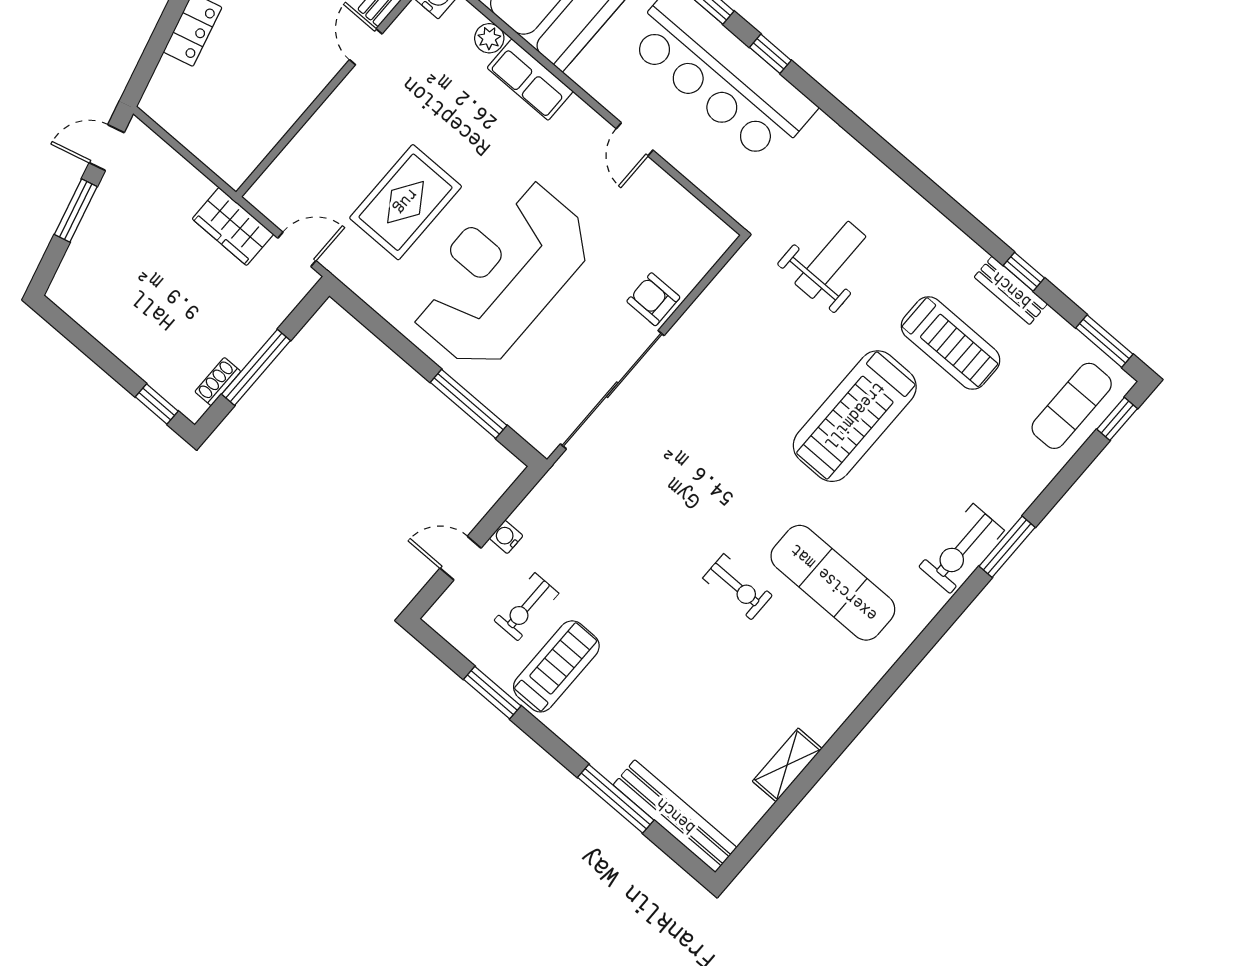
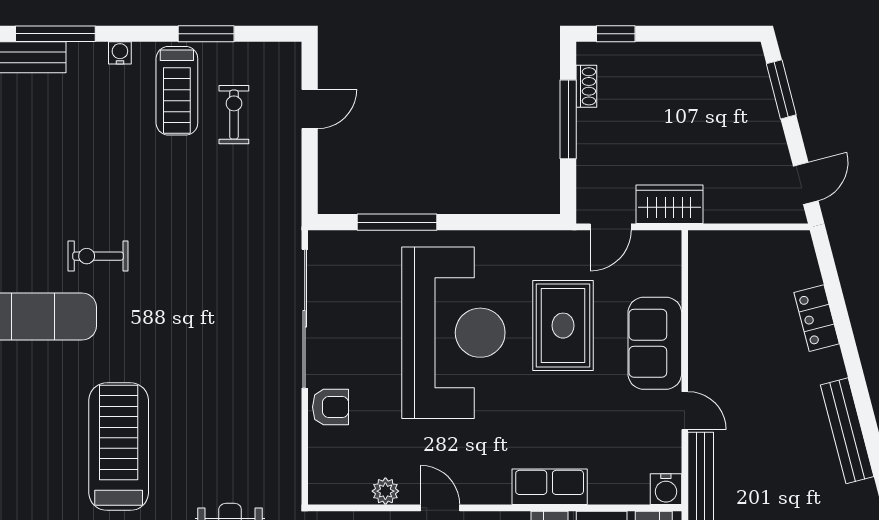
plant: (489, 38) -> (385, 491), moved
sofa: (343, 123) -> (655, 343), added
window: (76, 210) -> (781, 89), moved
water cooler: (506, 537) -> (120, 53), moved, turned -90

